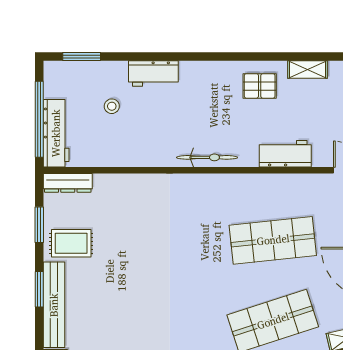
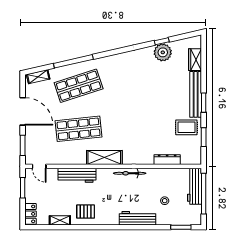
workbench: (153, 73) -> (137, 218), width x1.38
workbench: (285, 154) -> (77, 175), width x1.37
bicycle: (207, 157) -> (130, 173), moved
dresser: (68, 183) -> (167, 160), moved
shelving: (225, 187) -> (104, 158), added

